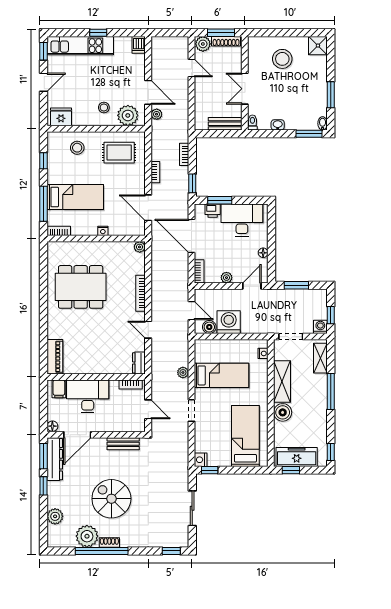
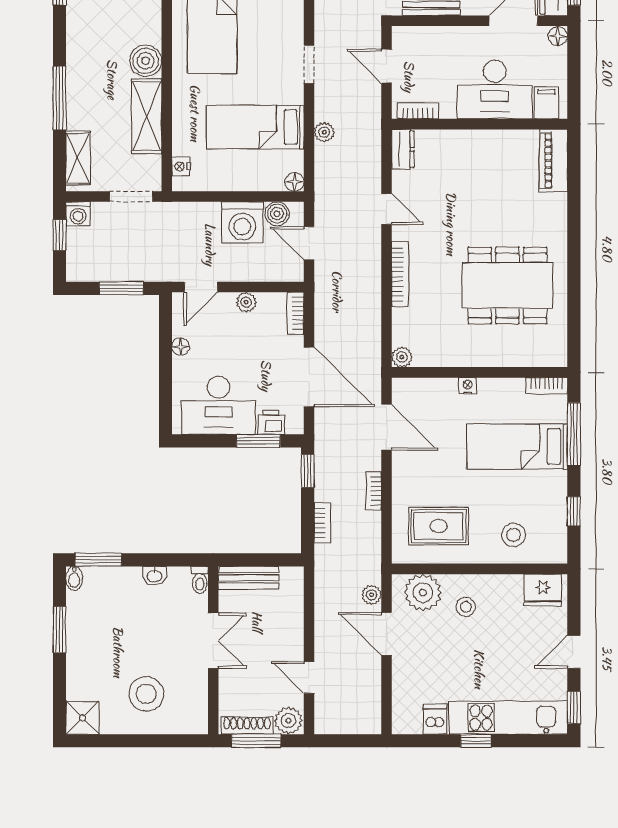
dishwasher: (139, 45) -> (435, 719), moved
floor lamp: (200, 345) -> (294, 182), added

